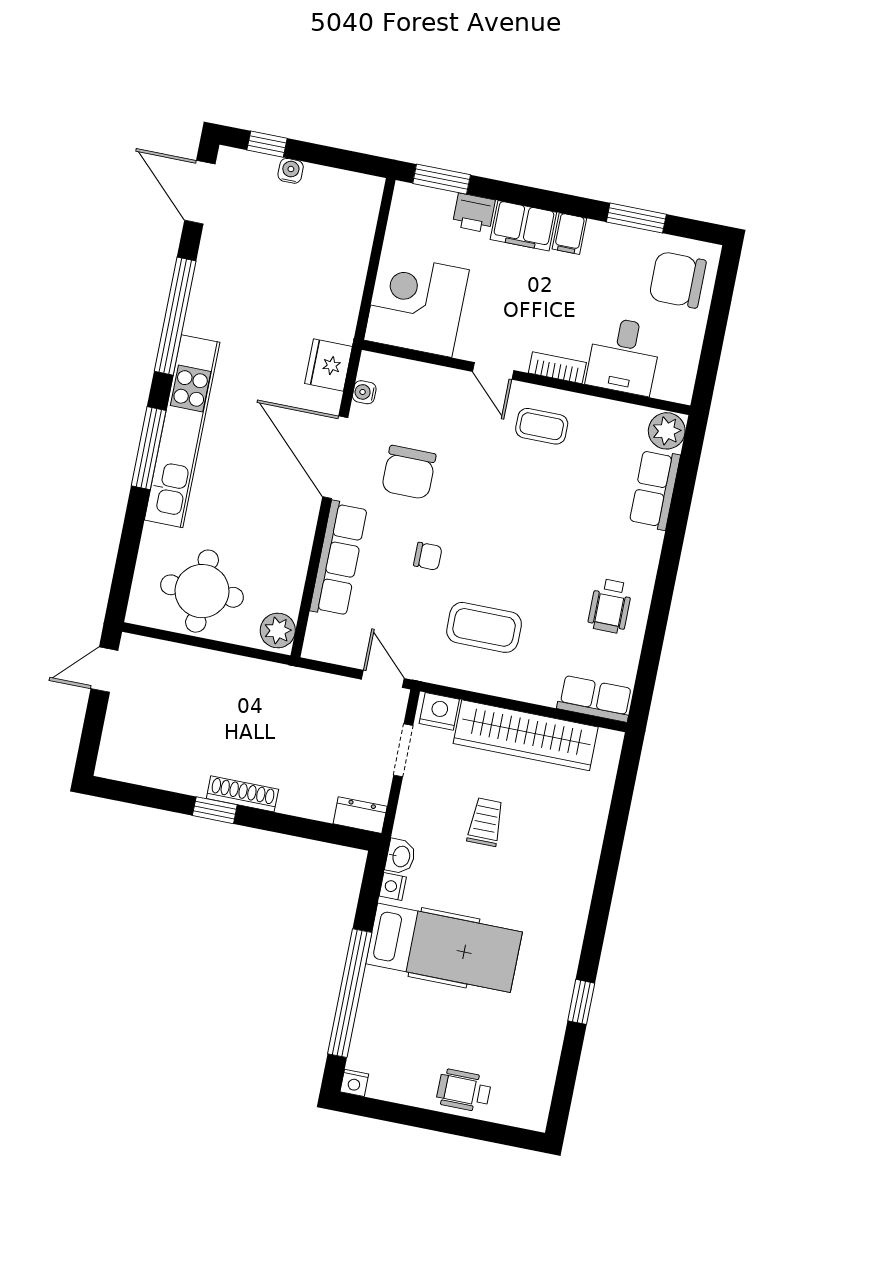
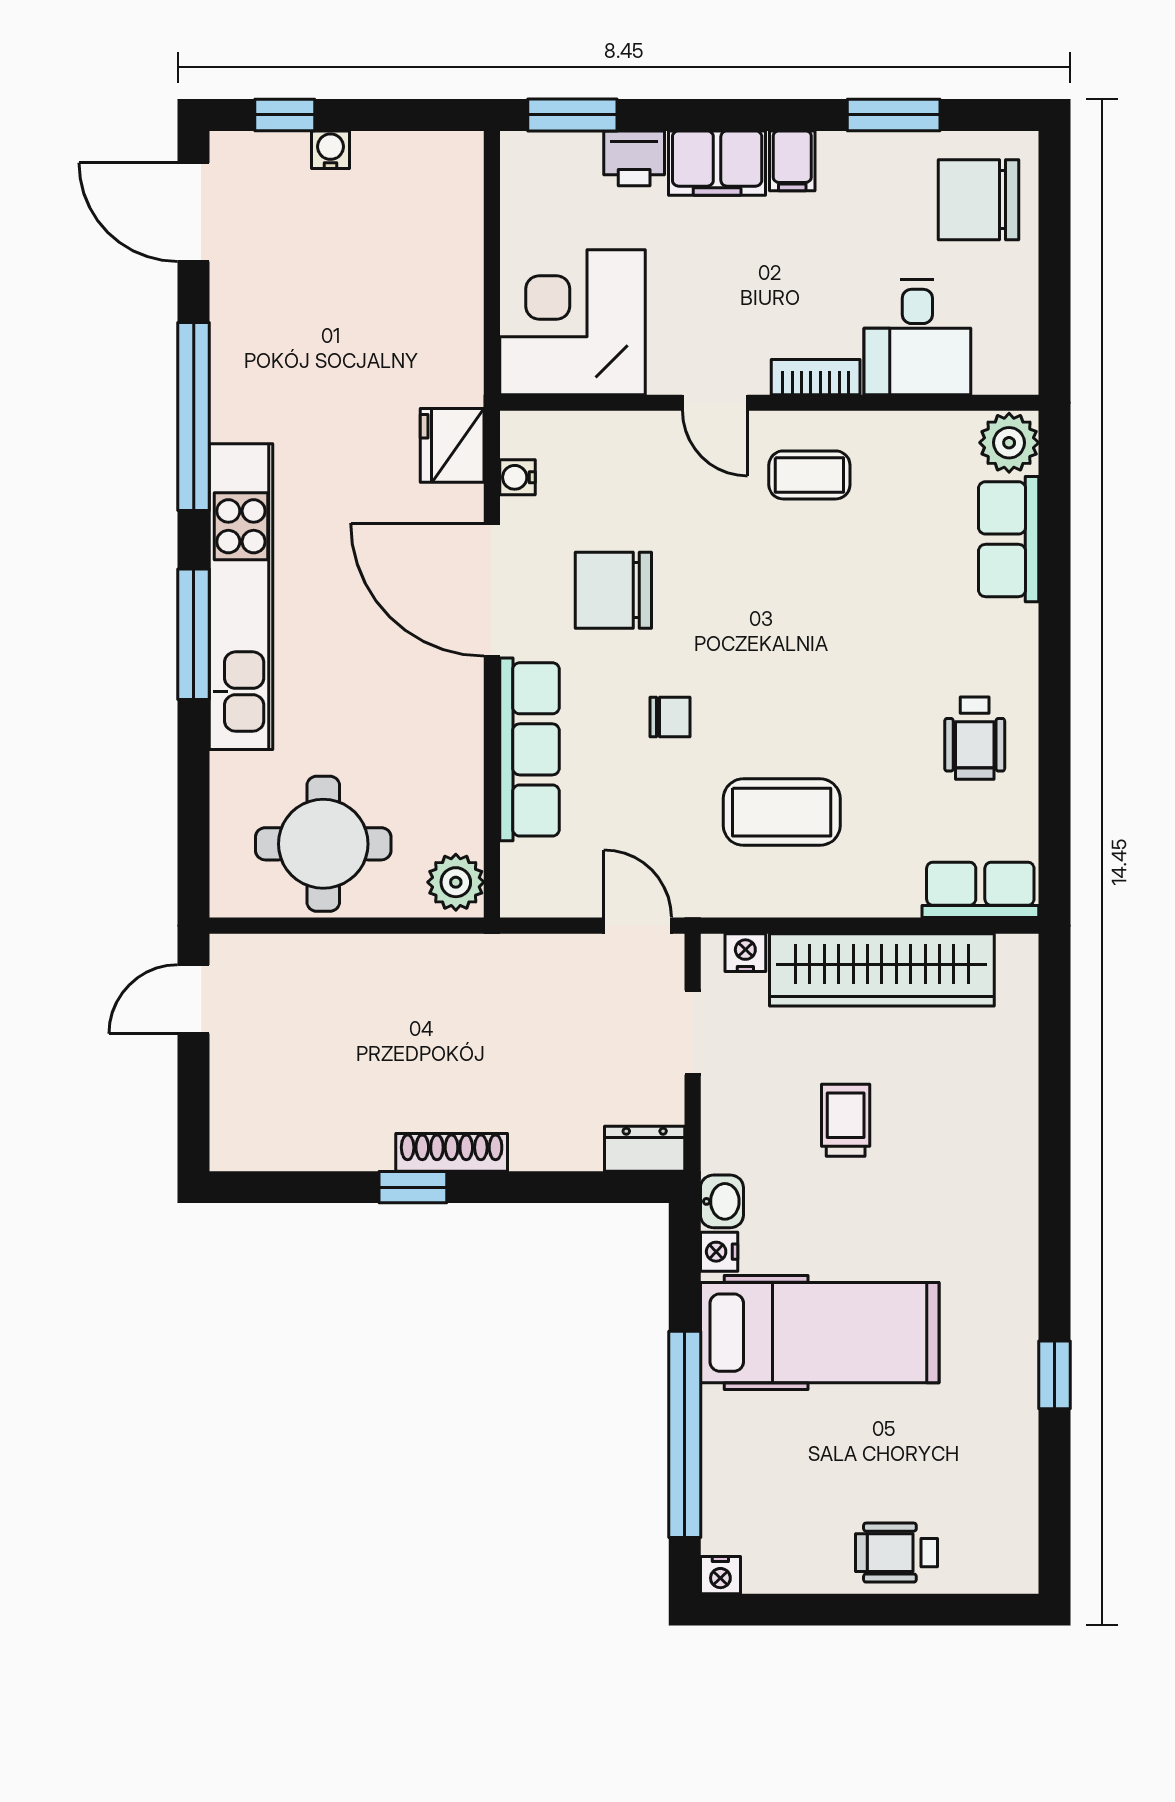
chair: (409, 472) -> (613, 590), turned 90
nightstand: (439, 711) -> (745, 953), width x0.72, depth x0.74

